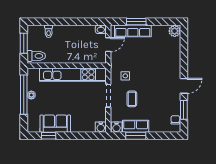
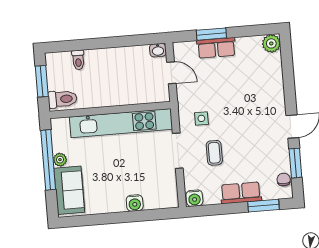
row of seats: (133, 31) -> (216, 48), width x0.68
door: (108, 45) -> (171, 73), hinge flipped
sofa: (55, 124) -> (69, 190), moved, turned 90
row of seats: (136, 126) -> (241, 193), moved
water cooler: (101, 127) -> (135, 203), moved
window: (49, 136) -> (92, 220), removed
window: (136, 136) -> (264, 206), moved

